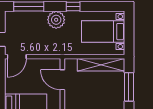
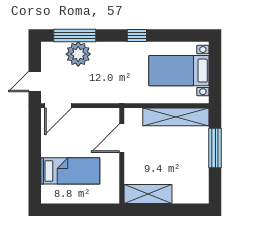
plant: (56, 20) -> (78, 54), moved
door: (62, 80) -> (122, 138), hinge flipped

